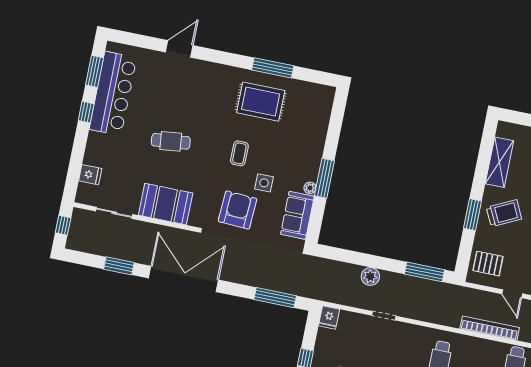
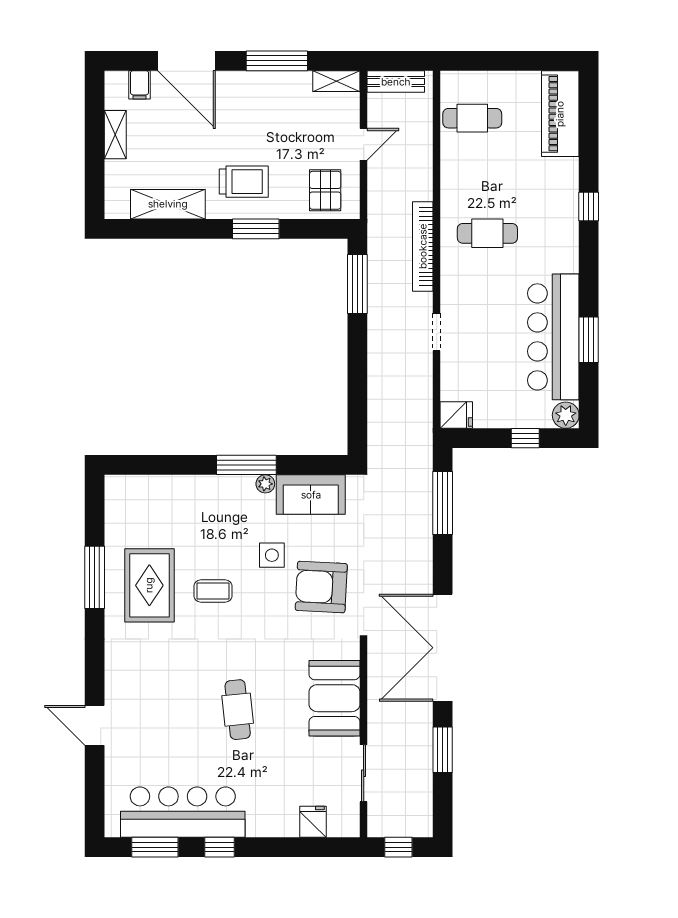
coffee table: (239, 153) -> (213, 591), moved
trolley: (504, 213) -> (244, 182), turned 116
plant: (370, 276) -> (381, 365), removed
bookcase: (490, 328) -> (423, 246), moved

